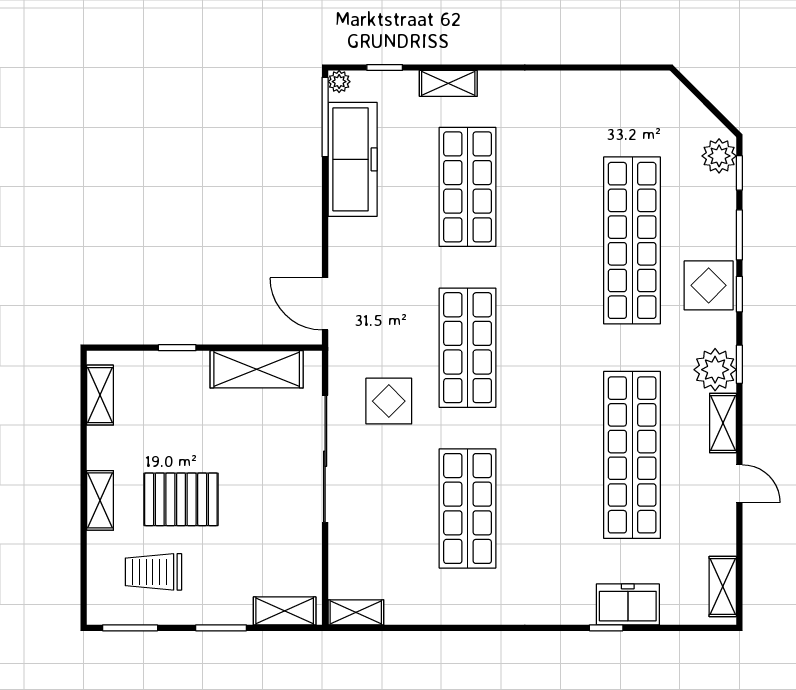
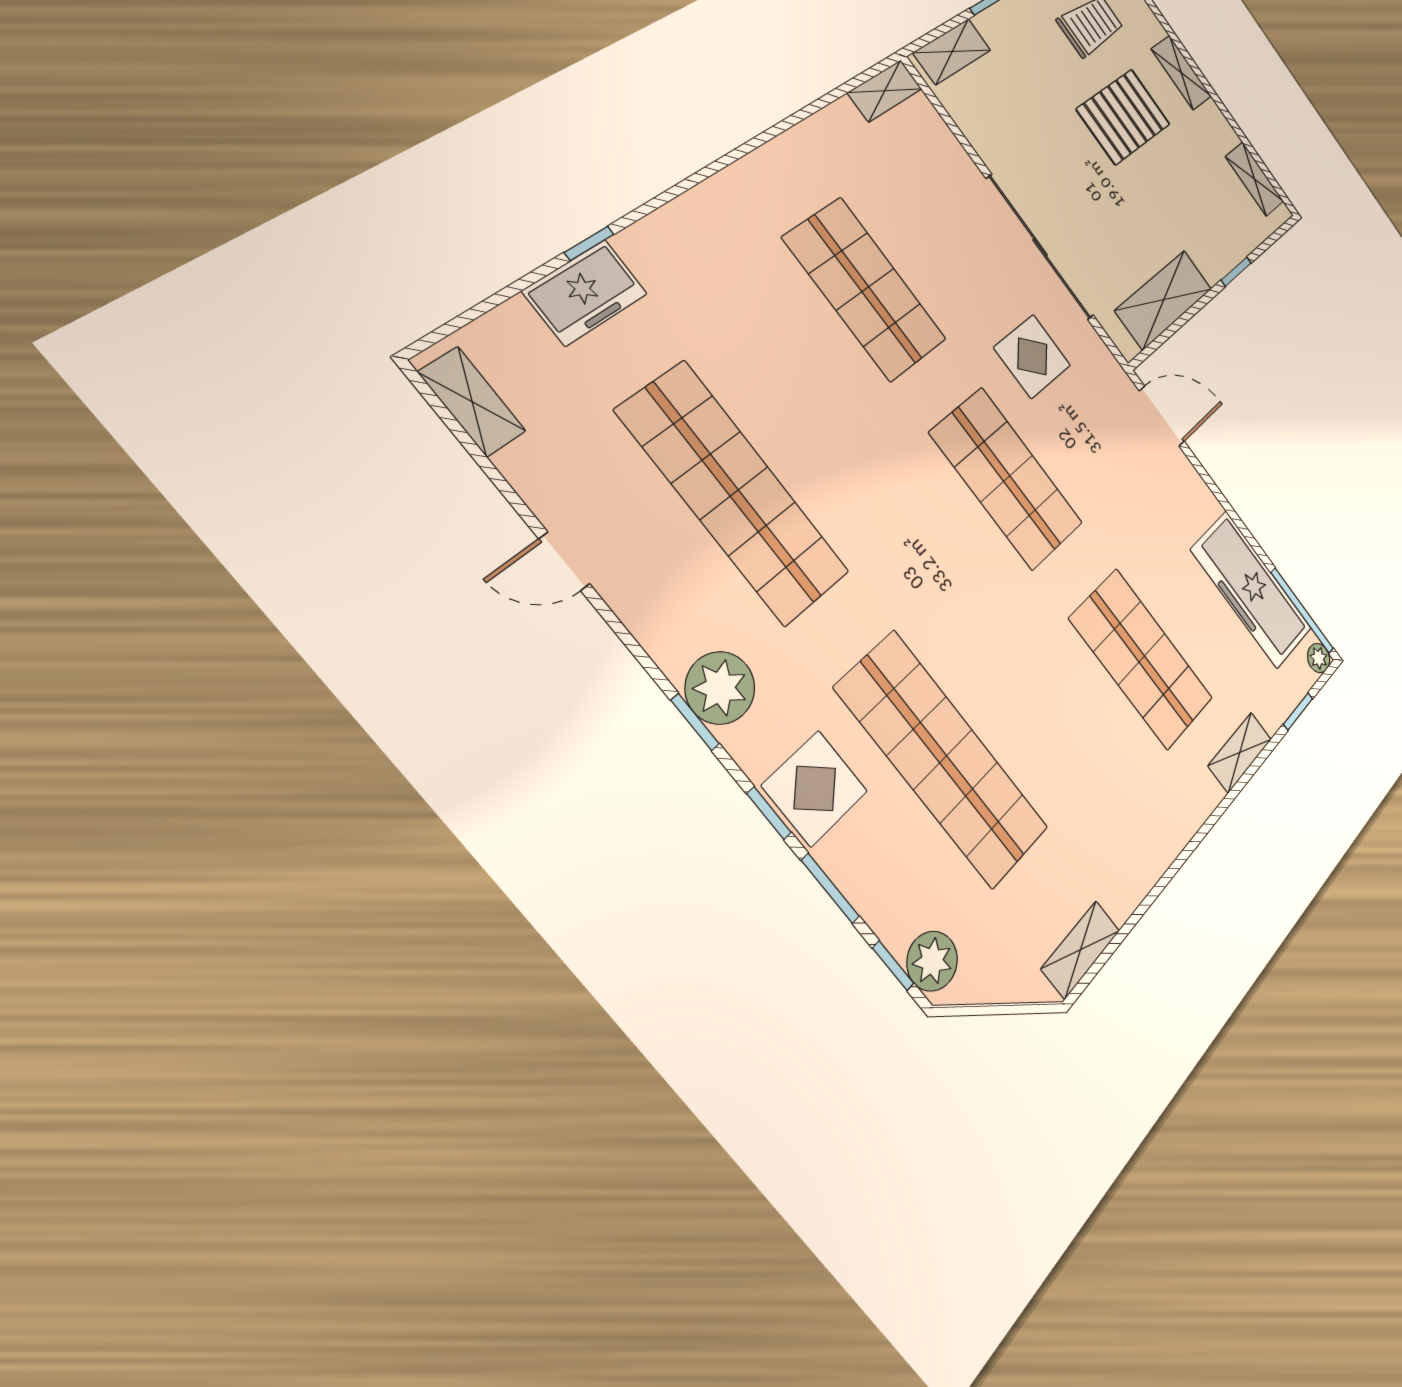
shelving: (723, 423) -> (1081, 950), moved, turned 90

